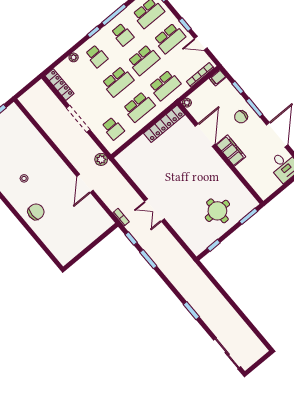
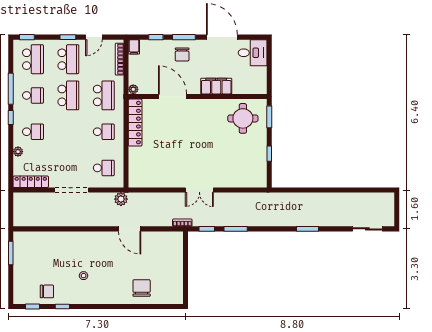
school desk: (118, 82) -> (68, 132), removed
school desk: (139, 107) -> (104, 132), width x0.54
filing cabinet: (231, 151) -> (216, 86), moved
round table: (217, 211) -> (243, 118), moved
chair: (36, 212) -> (142, 288), moved
window: (214, 245) -> (269, 154), moved
sliding door: (227, 353) -> (367, 229), width x0.73

